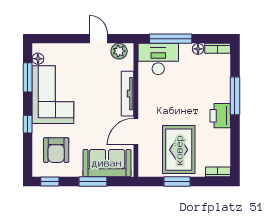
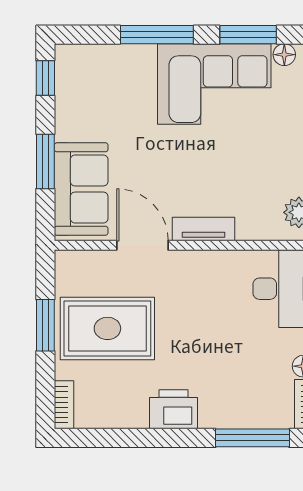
tv unit: (128, 94) -> (204, 229), width x0.71
window: (235, 96) -> (252, 438), moved
window: (28, 124) -> (157, 35), width x2.17
armchair: (56, 150) -> (107, 90), removed

